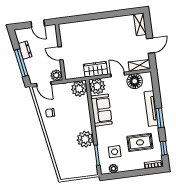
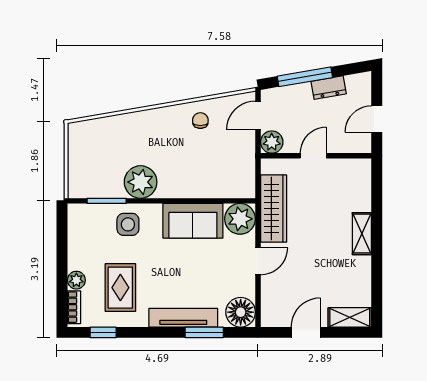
door: (151, 46) -> (306, 332), swing flipped
shelving: (139, 65) -> (362, 234), moved
wardrobe: (96, 69) -> (274, 209), width x1.50
floor lamp: (135, 81) -> (241, 312), moved
plant: (79, 89) -> (240, 183), removed
window: (160, 118) -> (204, 332), moved
side table: (115, 152) -> (128, 224), moved
plant: (113, 169) -> (76, 280), moved

